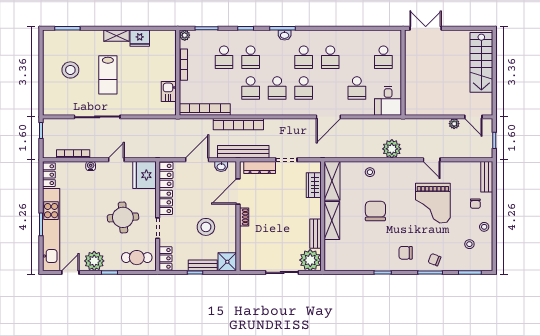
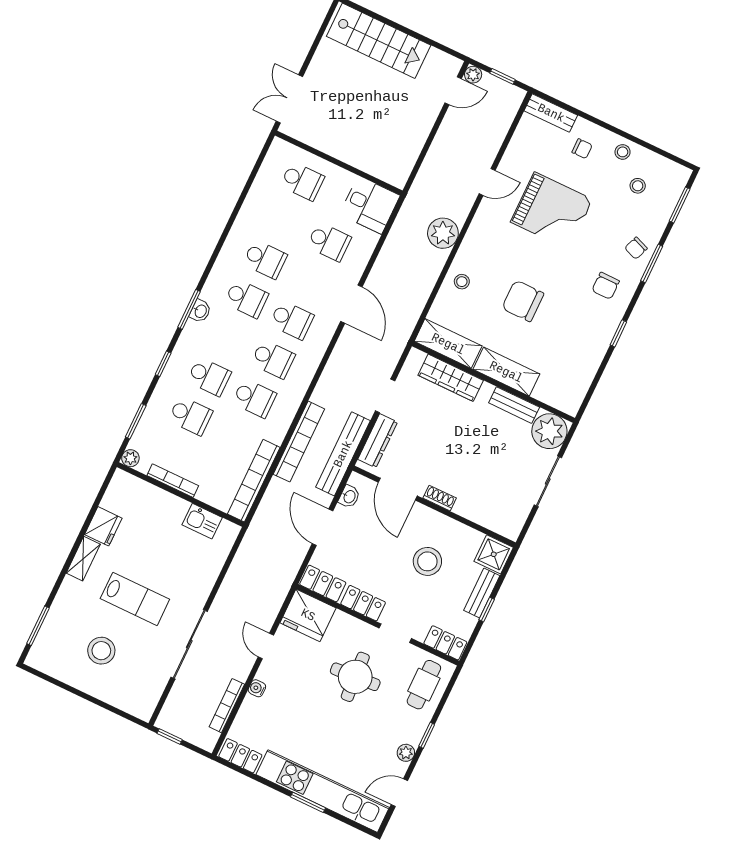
plant: (454, 124) -> (473, 75), moved
wardrobe: (314, 185) -> (451, 378), width x1.50
plant: (94, 261) -> (406, 753), width x0.53, depth x0.53
door: (70, 272) -> (399, 793), hinge flipped

